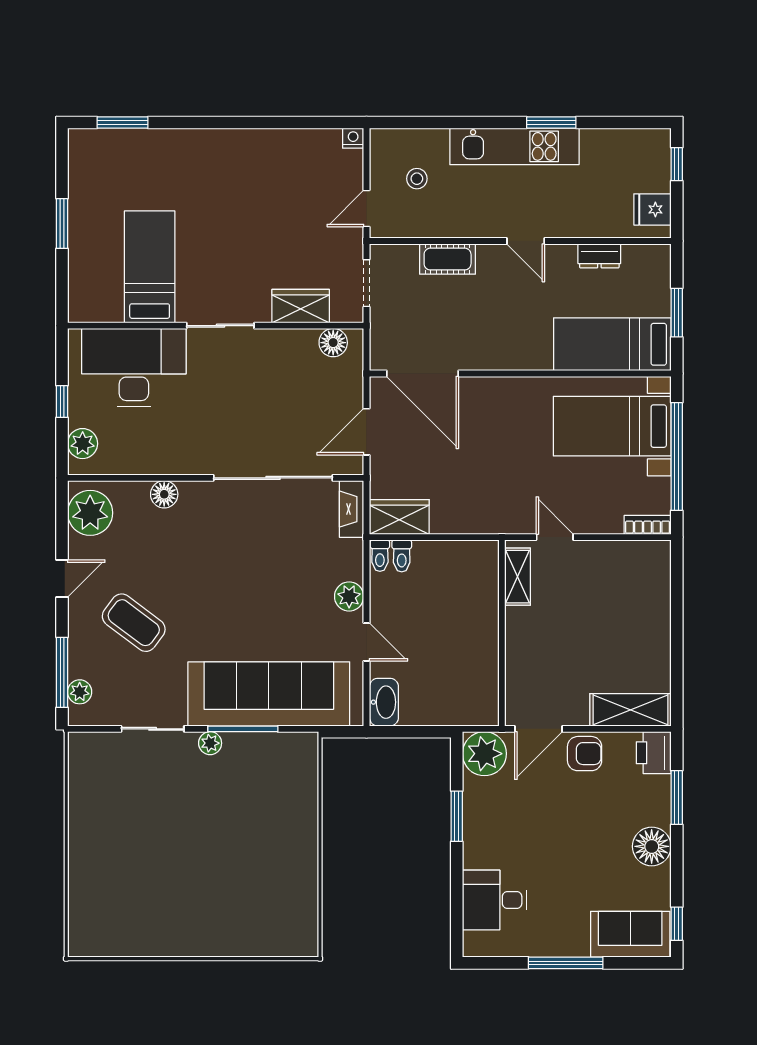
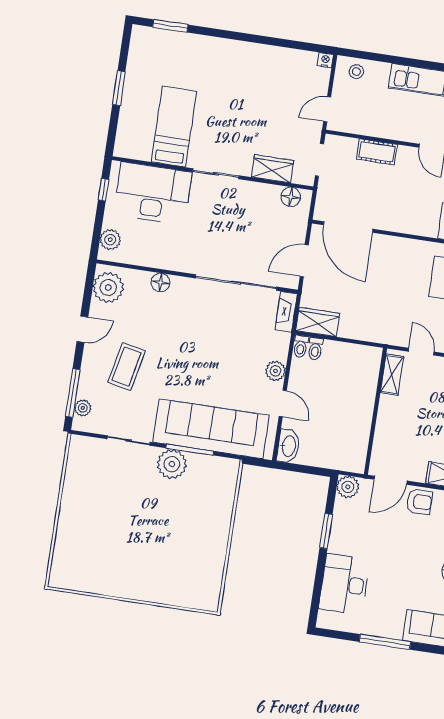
stool: (417, 179) -> (356, 72), moved
window: (62, 402) -> (103, 190), moved
coffee table: (134, 623) -> (127, 367), turned 65
plant: (210, 743) -> (172, 464), width x1.88, depth x1.88
plant: (484, 754) -> (348, 487), width x0.73, depth x0.73
desk: (495, 900) -> (344, 584), width x1.37

